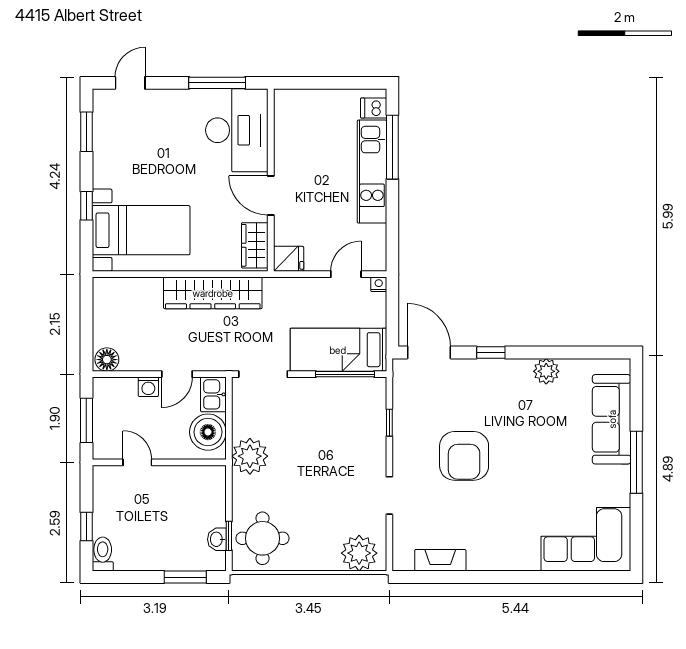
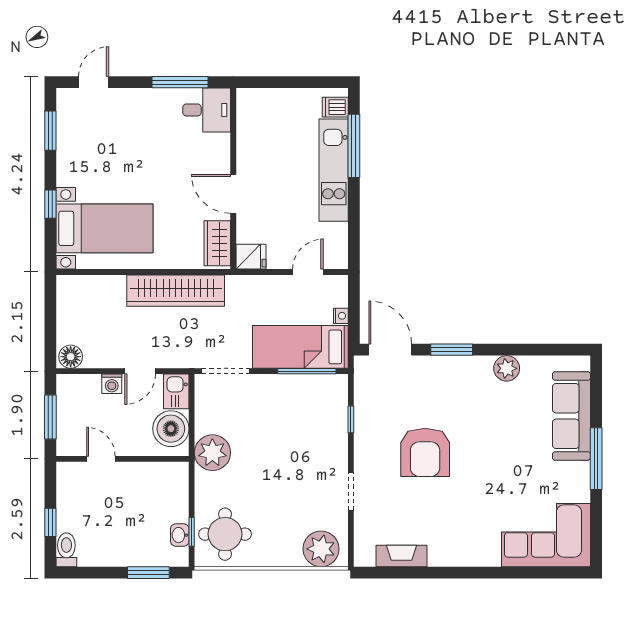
desk: (237, 130) -> (207, 110), width x0.53, depth x0.77
nightstand: (379, 284) -> (341, 316), moved, turned 90
window: (491, 352) -> (452, 350), width x1.50

